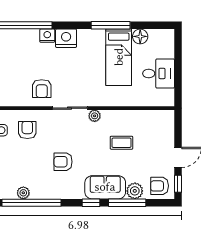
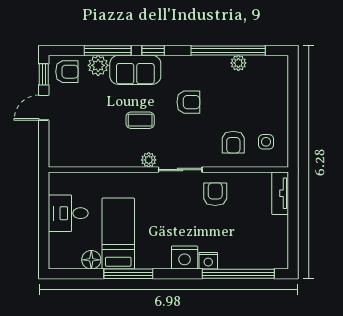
coffee table: (121, 143) -> (140, 120), moved

